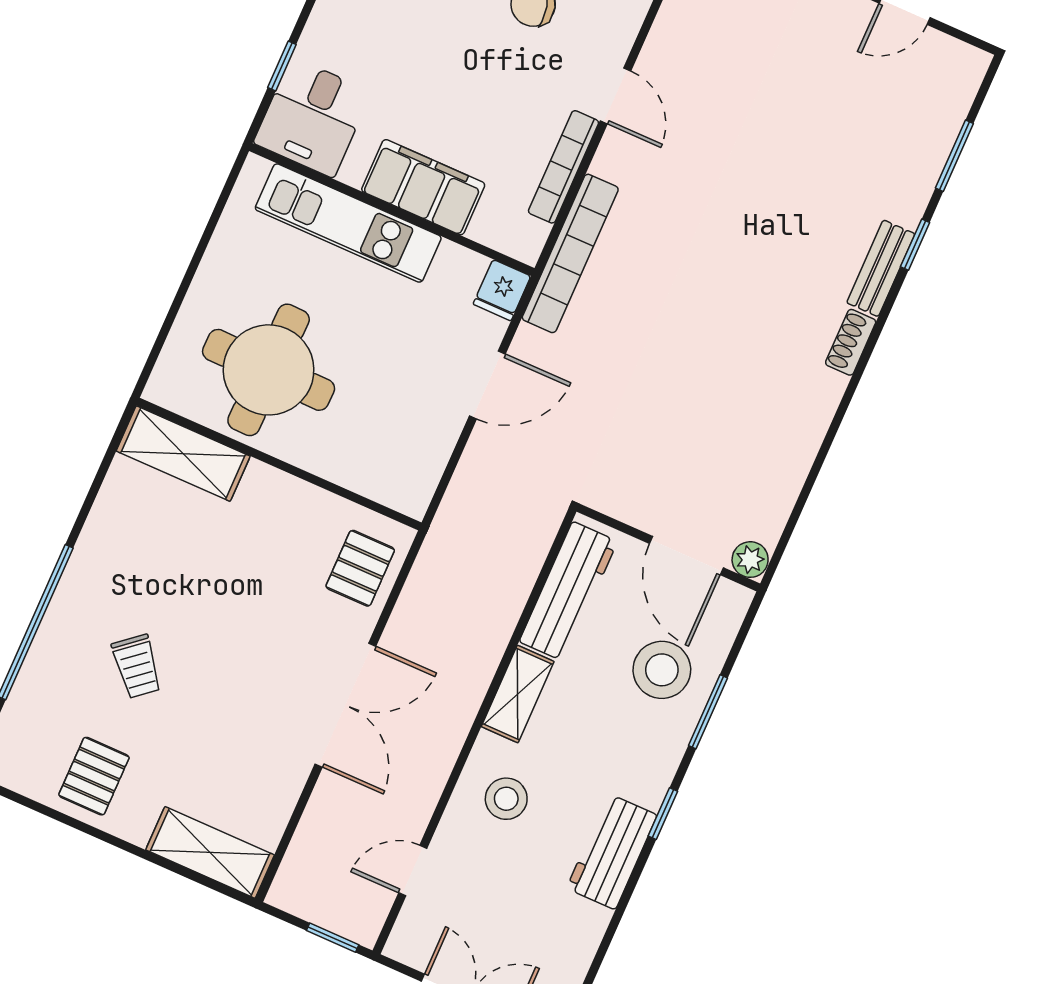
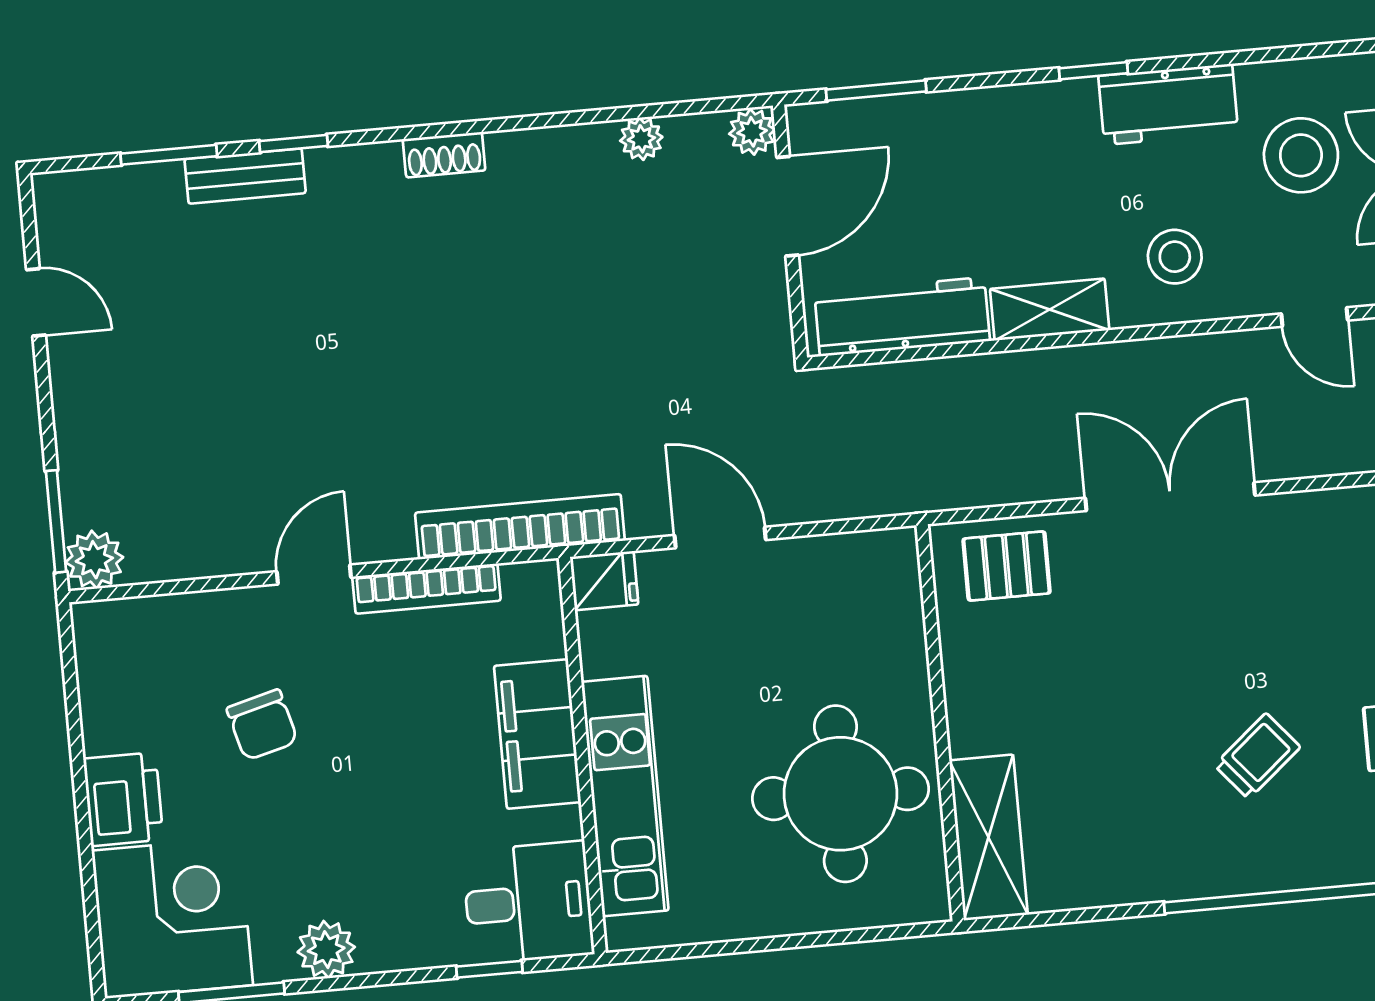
bench: (881, 268) -> (245, 176), moved
plant: (787, 482) -> (641, 139), added
stool: (662, 670) -> (1301, 155), moved
window: (708, 712) -> (876, 90), moved

